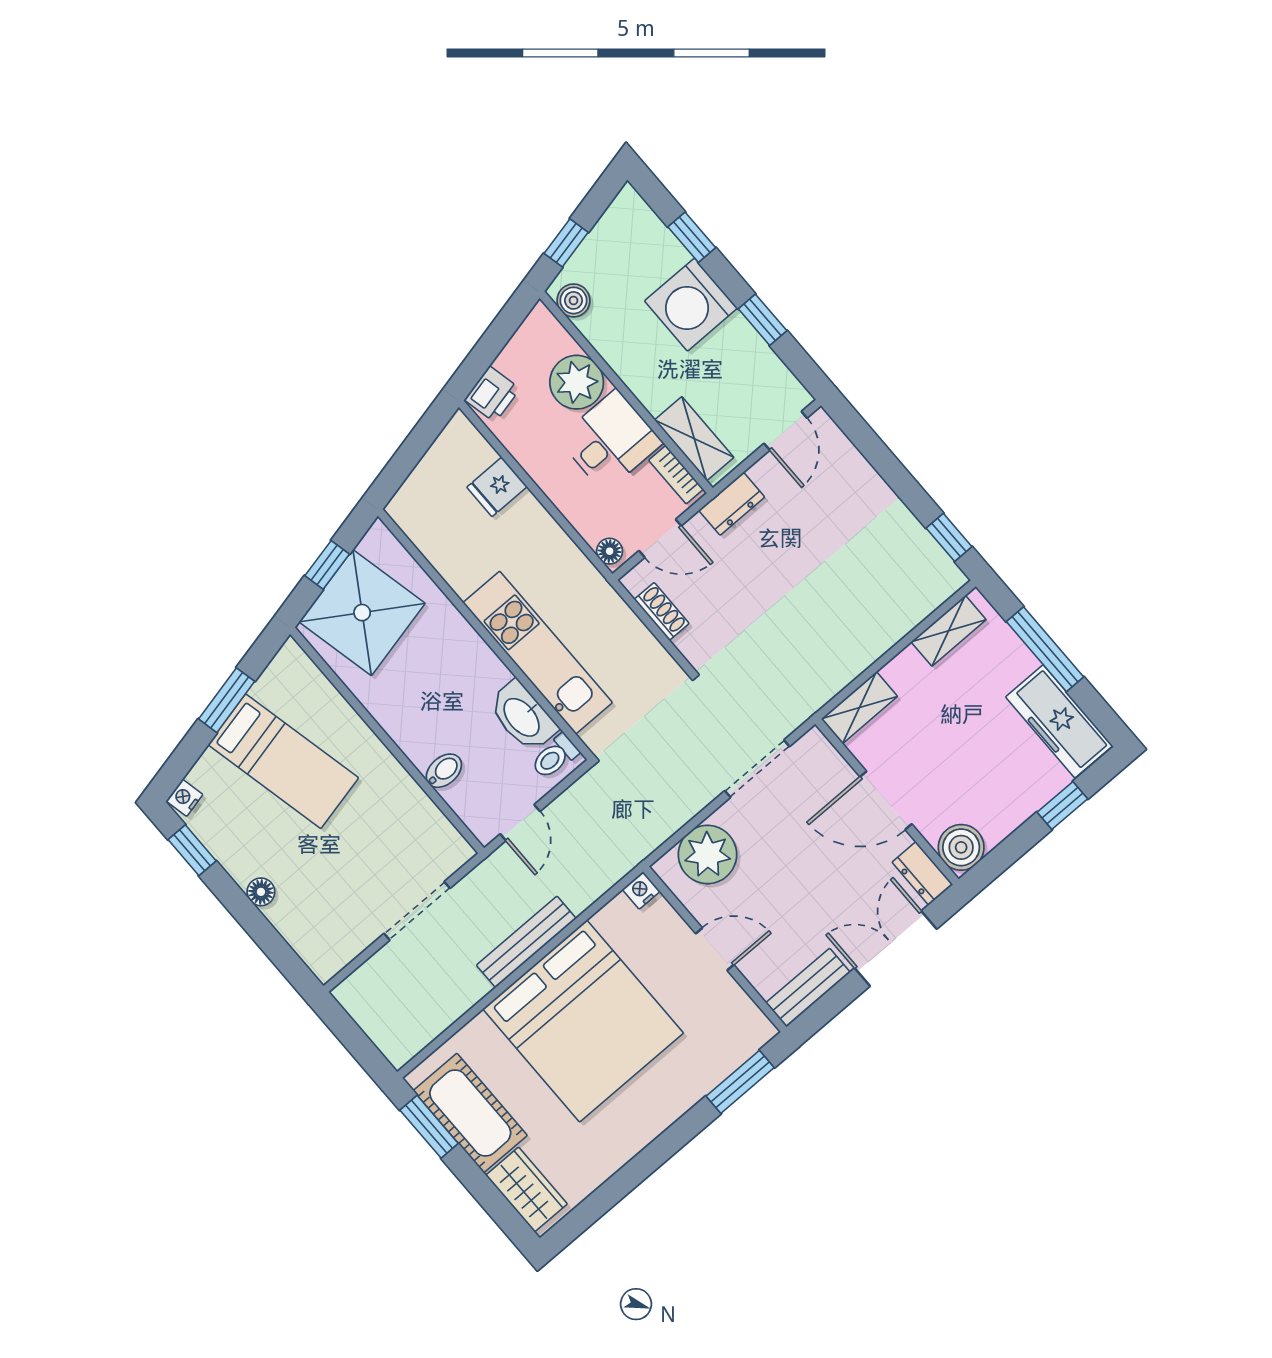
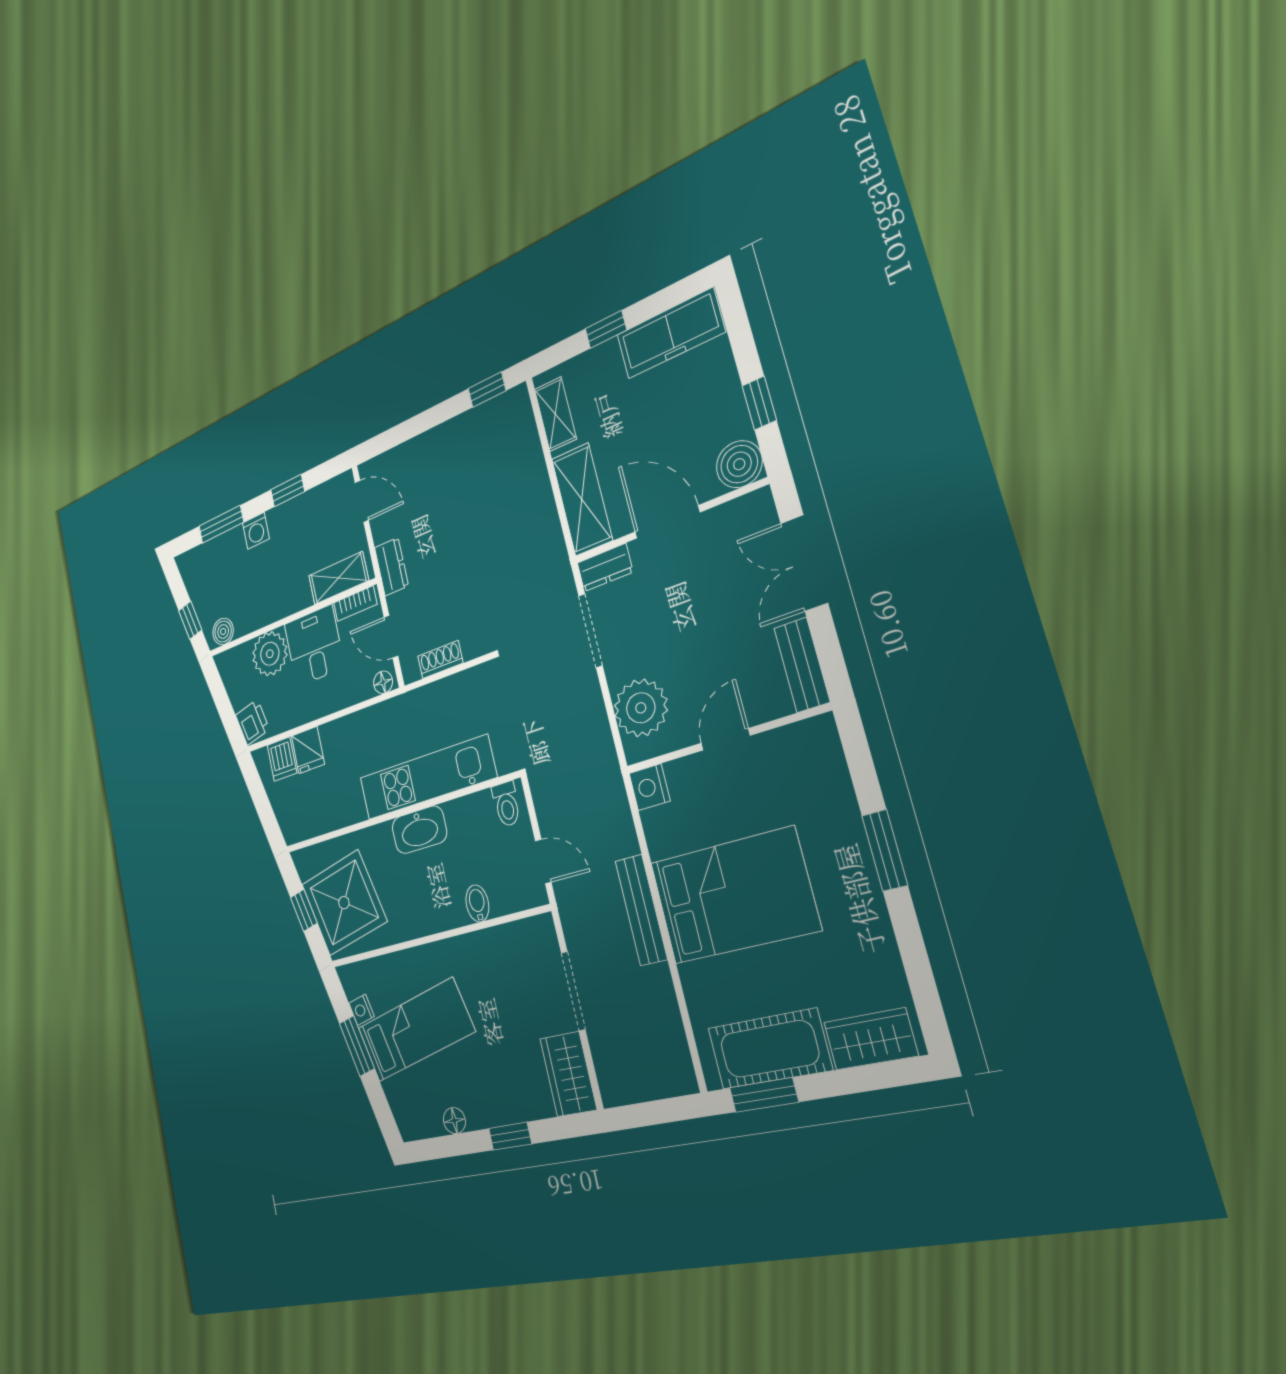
window: (692, 237) -> (221, 524), width x1.50
washing machine: (691, 305) -> (256, 531), width x0.53, depth x0.53
dishwasher: (471, 456) -> (282, 759), added
door: (660, 538) -> (391, 637), swing flipped
window: (1045, 649) -> (606, 329), width x0.46
shelving: (859, 708) -> (582, 499), width x1.50, depth x1.33
washbasin: (523, 717) -> (419, 830), moved
nightstand: (185, 798) -> (361, 1010), moved
door: (886, 800) -> (667, 522), swing flipped
window: (1062, 806) -> (759, 403), moved
window: (192, 850) -> (510, 1136), moved
dresser: (922, 873) -> (605, 567), moved
nightstand: (641, 890) -> (650, 787), width x1.39, depth x1.35
floor lamp: (261, 892) -> (454, 1121), moved
wardrobe: (339, 943) -> (568, 1074), added
bed: (583, 1021) -> (734, 896), width x0.73
window: (740, 1082) -> (885, 850), moved

